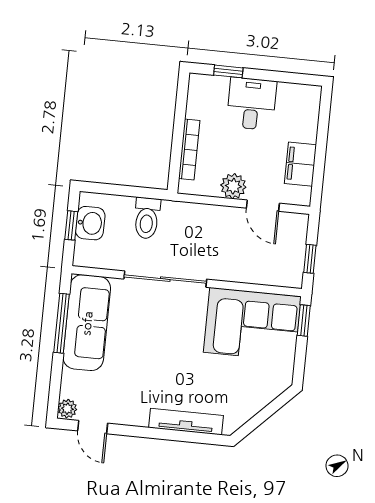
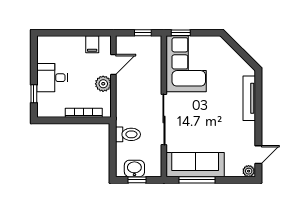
filing cabinet: (300, 164) -> (92, 44), width x0.50

